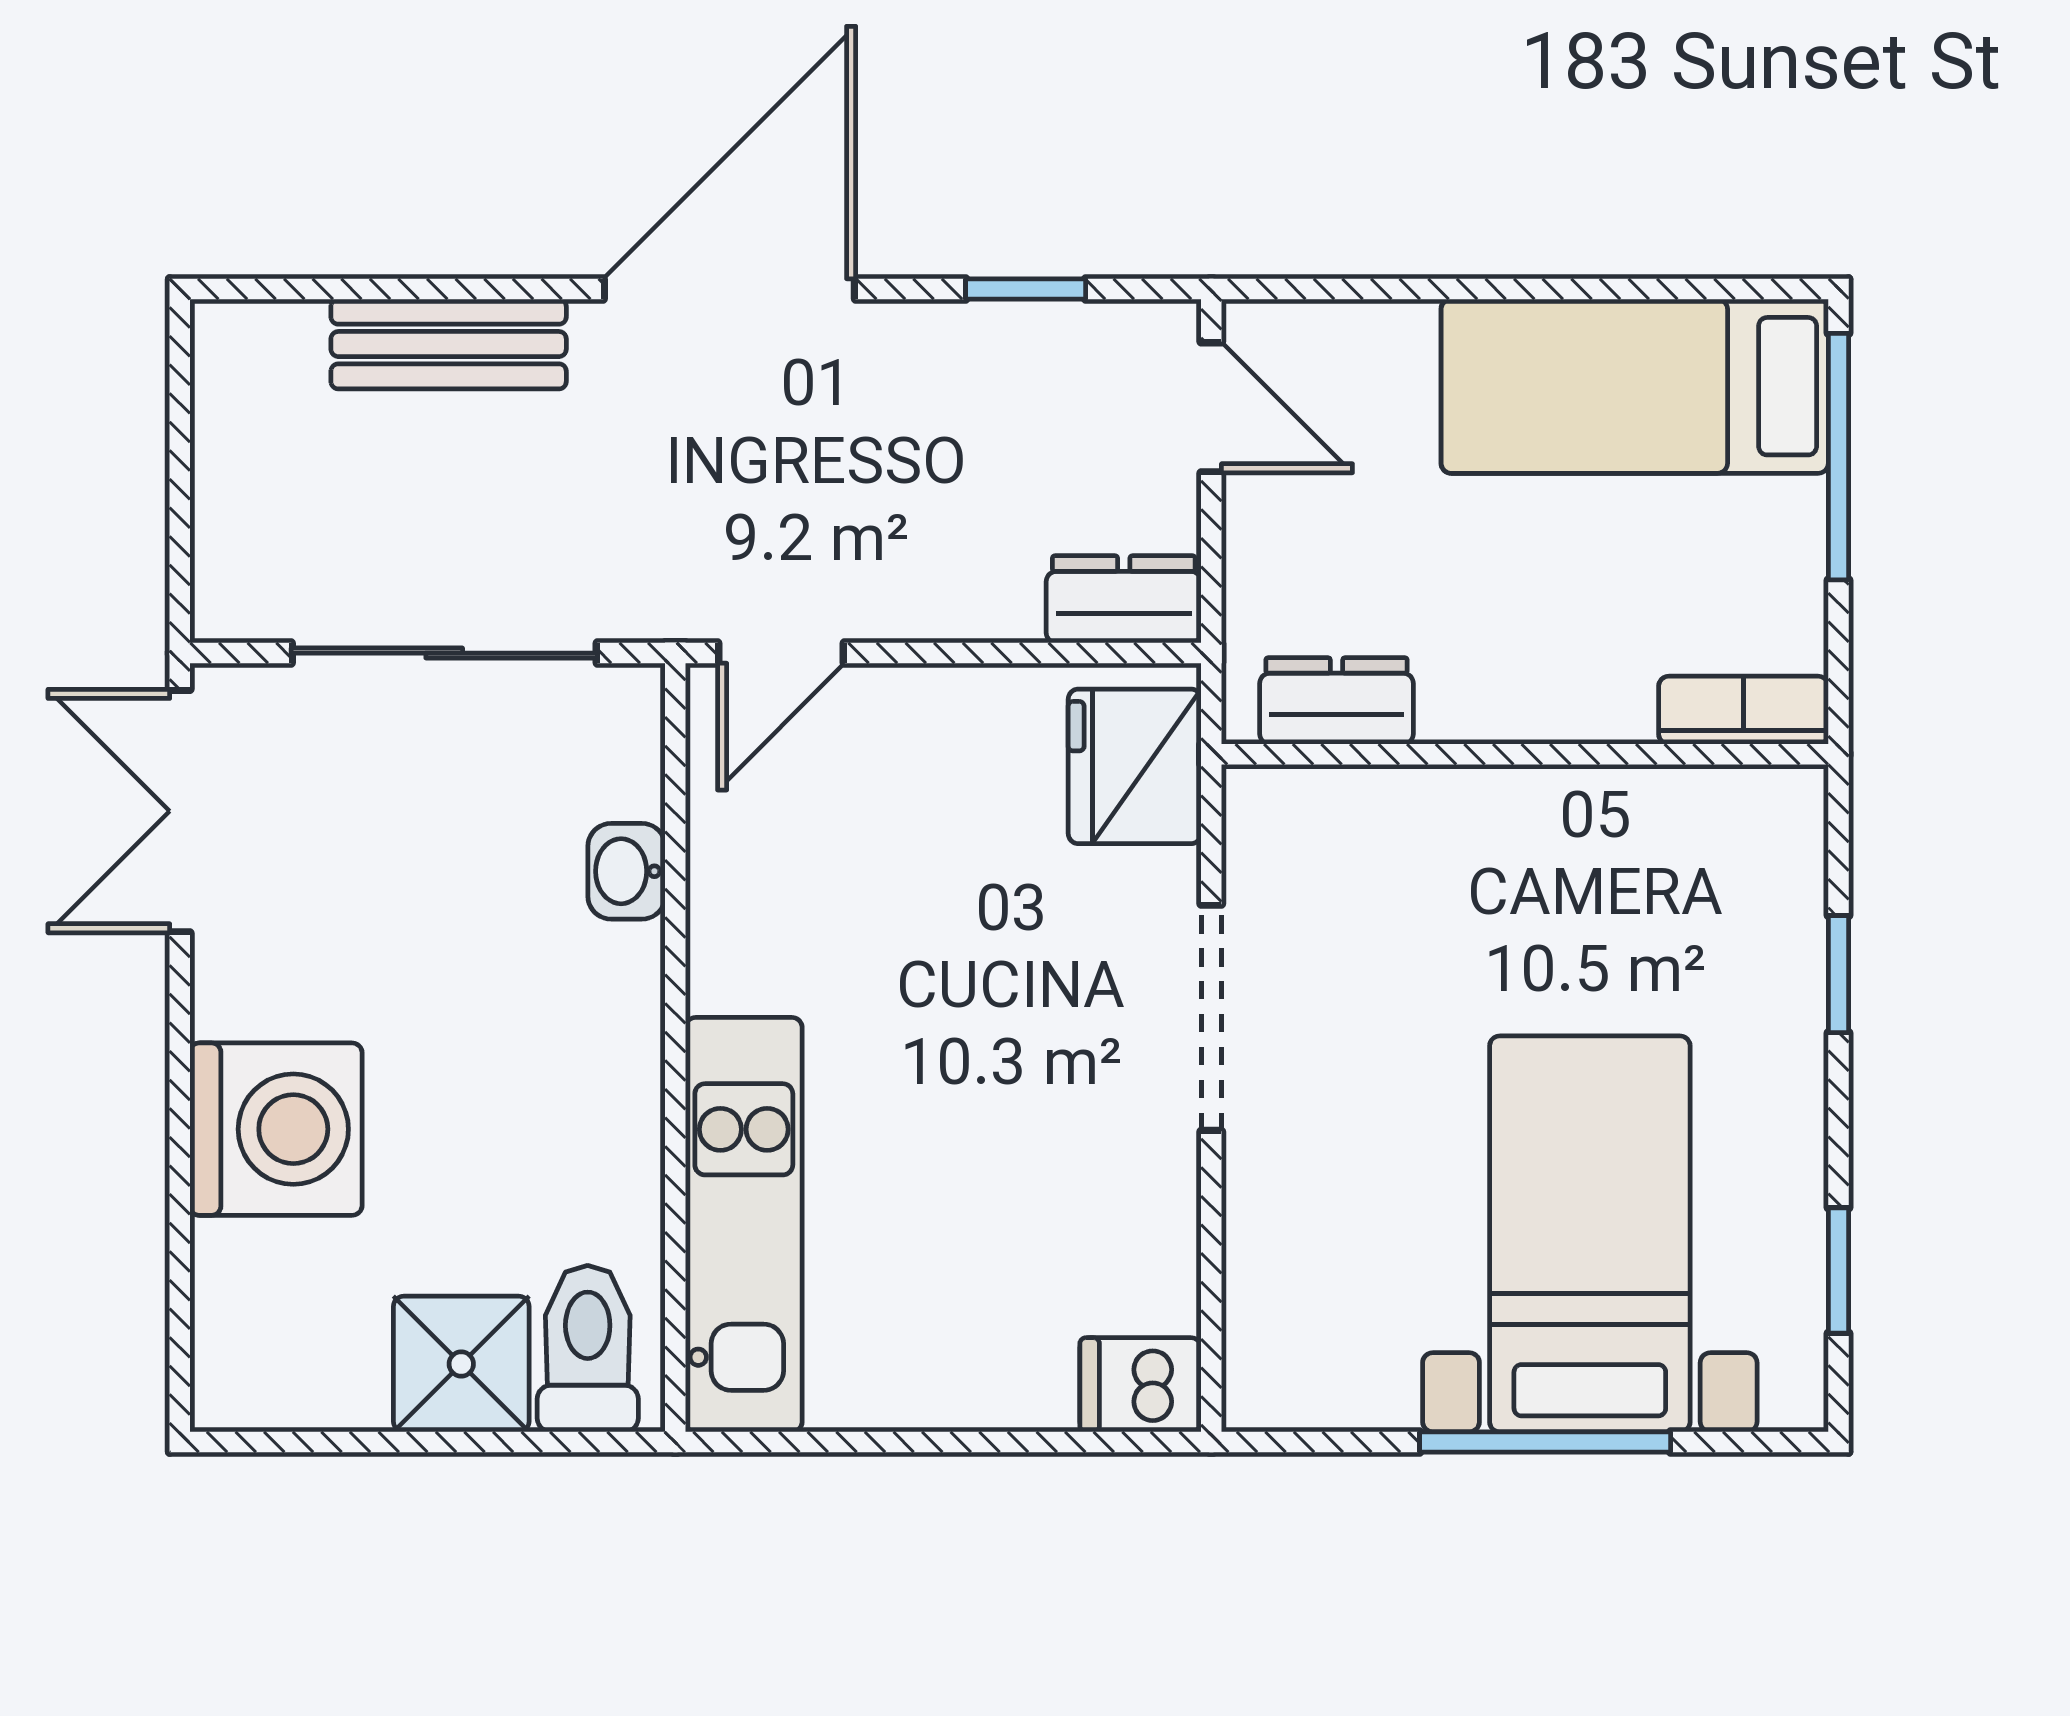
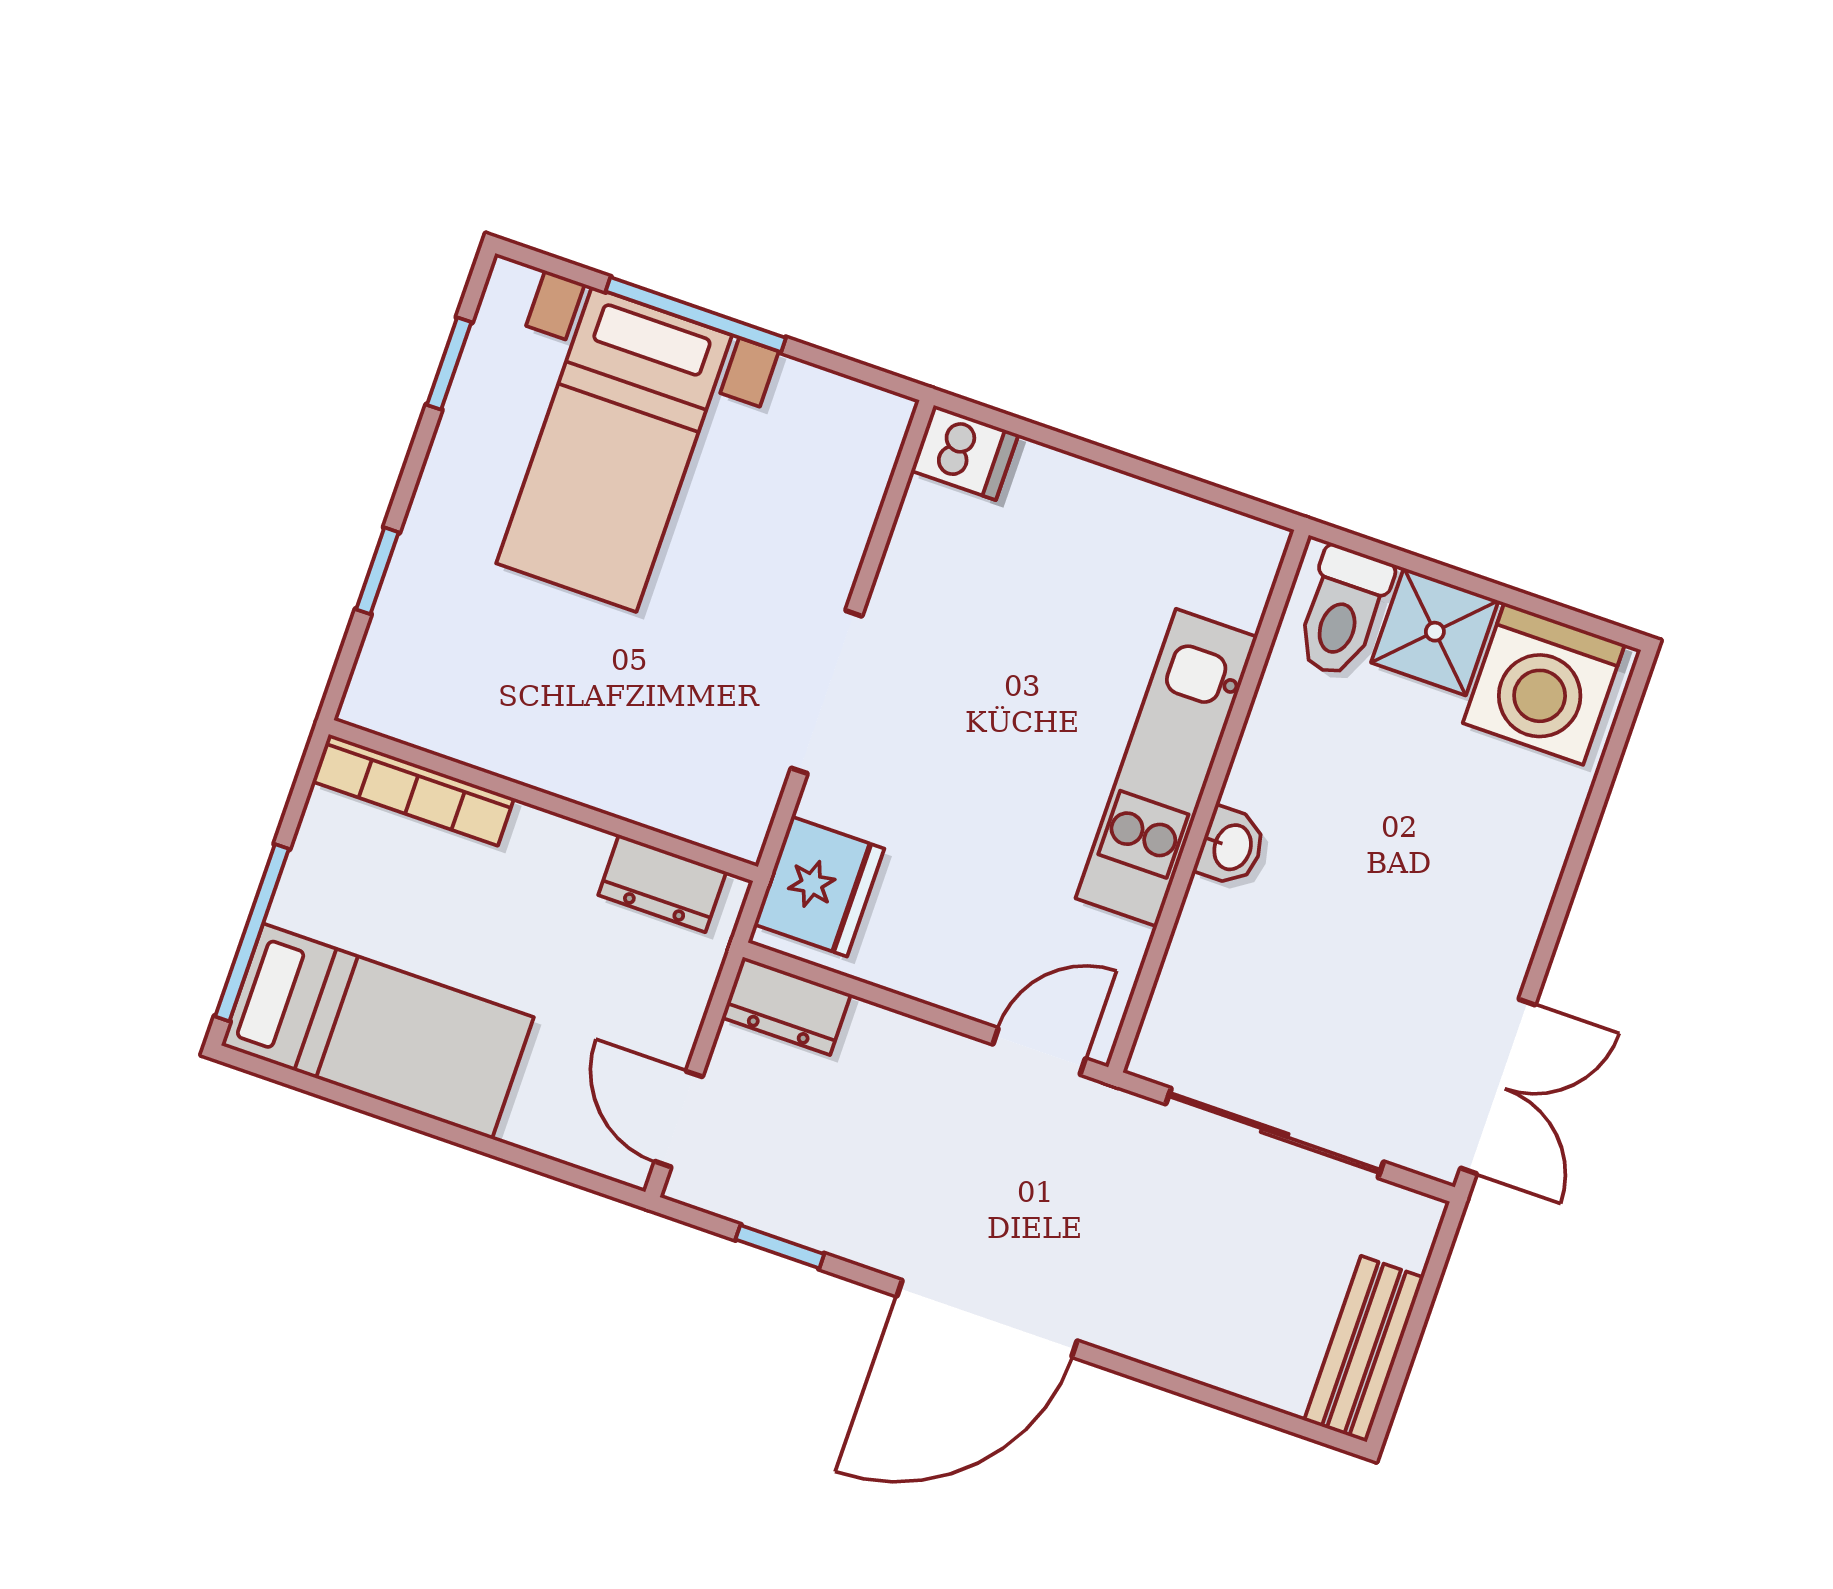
bench: (449, 344) -> (1364, 1349), moved, turned 90
bookcase: (1743, 710) -> (413, 790), width x1.56
washbasin: (627, 871) -> (1231, 847), moved
washing machine: (276, 1129) -> (1544, 684), moved, turned -90
kitchen unit: (744, 1225) -> (1166, 768), moved

